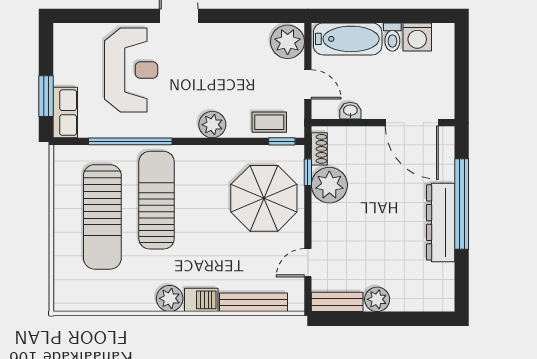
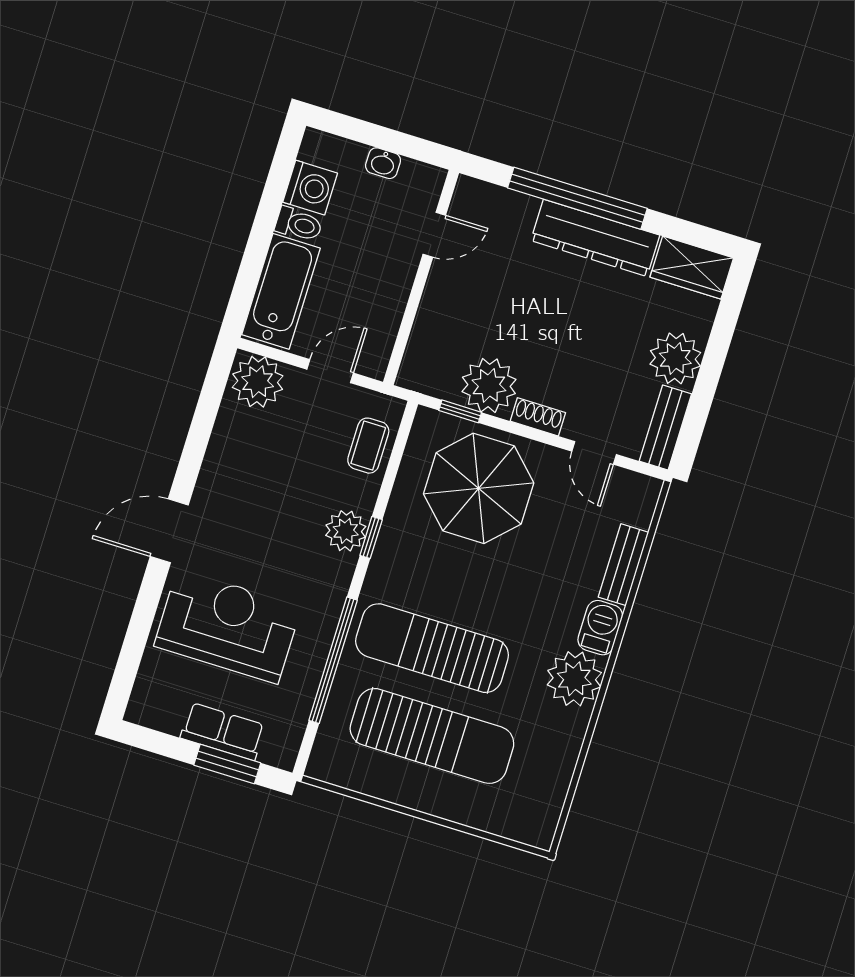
washbasin: (350, 111) -> (383, 163), moved, turned -90
row of seats: (65, 113) -> (223, 732), moved
door: (412, 123) -> (434, 235), width x0.53
window: (282, 141) -> (371, 538), moved
shoe rack: (319, 149) -> (538, 417), moved
wardrobe: (441, 288) -> (692, 268), added
plant: (170, 298) -> (574, 679), width x1.36, depth x1.36
plant: (377, 299) -> (675, 358), width x1.36, depth x1.36
bench: (254, 302) -> (623, 565), width x0.73

